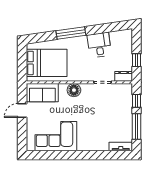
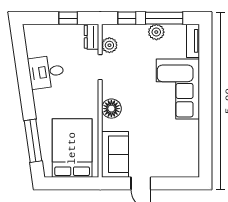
window: (71, 33) -> (33, 141), moved
plant: (118, 89) -> (109, 45), added
plant: (127, 121) -> (156, 32), added
corner sofa: (56, 136) -> (178, 89), moved

